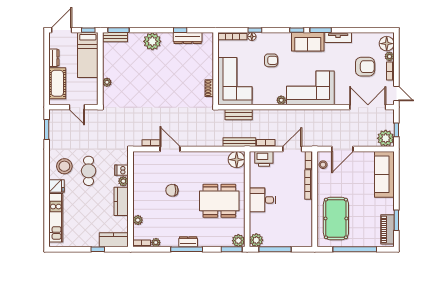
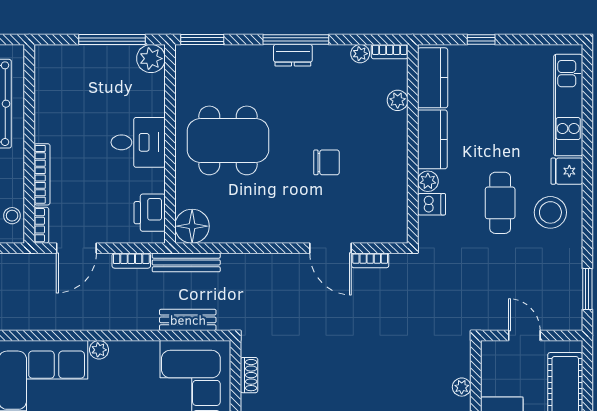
printer: (264, 159) -> (150, 213), moved, turned -90
kitchen counter: (114, 240) -> (433, 78), moved, turned -90
plant: (238, 241) -> (188, 58), removed

